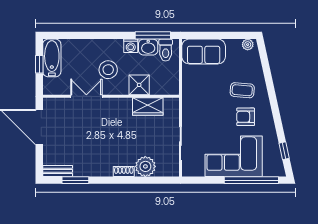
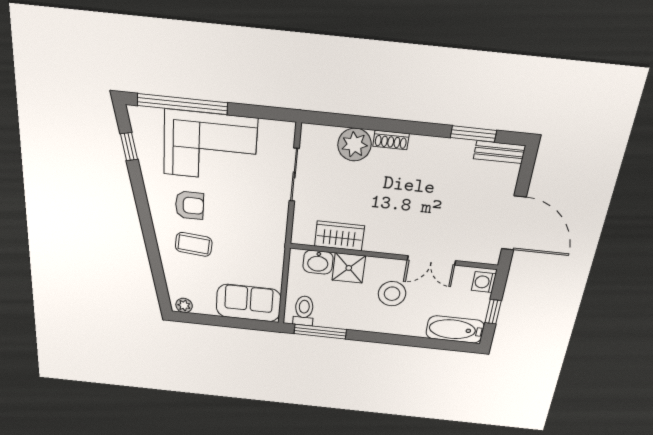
washing machine: (131, 46) -> (484, 282), moved, turned -90
washbasin: (148, 47) -> (318, 262), moved, turned 180
bathtub: (52, 58) -> (455, 329), moved, turned 90

